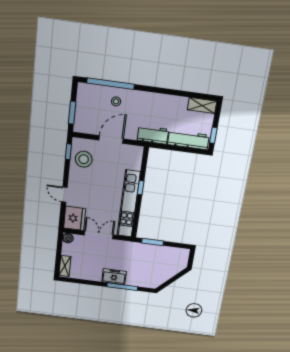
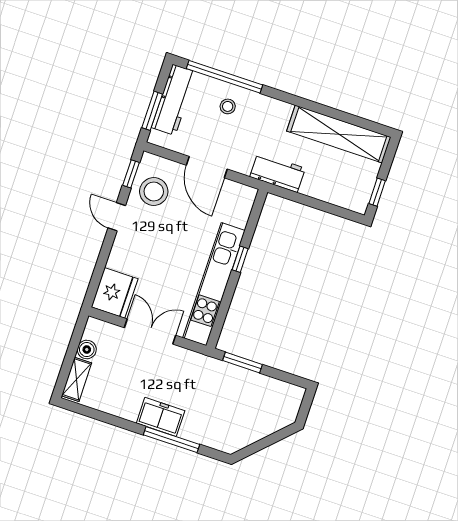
shelving: (202, 105) -> (339, 134), width x2.20, depth x1.33
door: (111, 140) -> (207, 167), swing flipped
workbench: (188, 140) -> (174, 100), moved, turned 90
door: (64, 195) -> (117, 217), moved
boiler: (68, 238) -> (87, 350), moved

